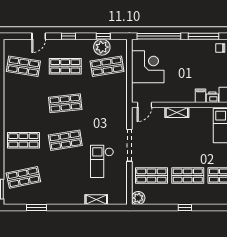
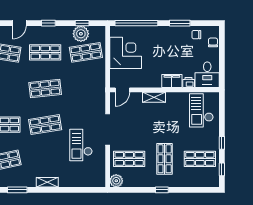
window: (203, 36) -> (180, 23), width x0.69
filing cabinet: (200, 96) -> (172, 81), width x2.00
shop shelf: (188, 175) -> (165, 159), turned 90
shelving: (96, 200) -> (47, 182), moved

